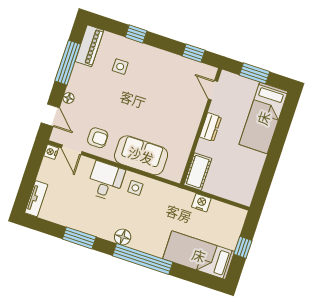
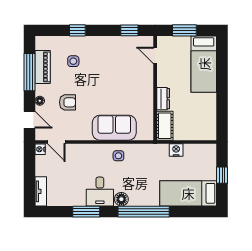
piano: (89, 46) -> (43, 67), moved
dresser: (211, 127) -> (163, 99), moved
armchair: (98, 138) -> (67, 102), moved
desk: (106, 181) -> (100, 192), moved, turned 180

